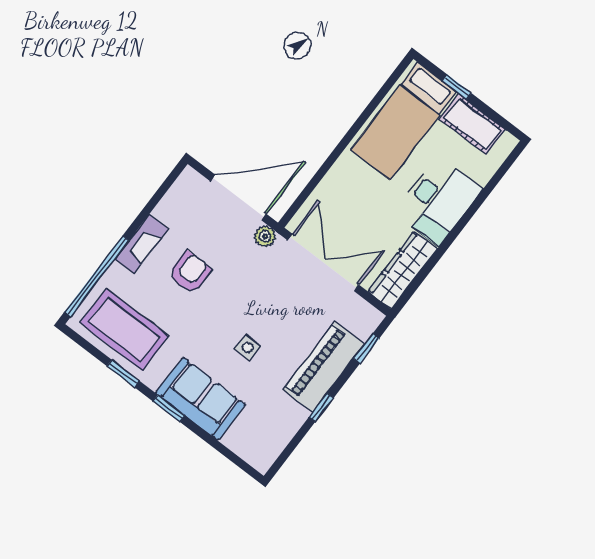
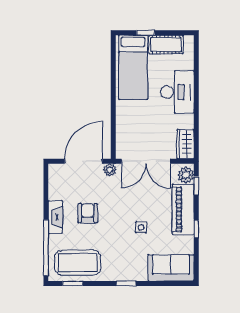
double door: (323, 262) -> (146, 161), swing flipped
wardrobe: (403, 270) -> (185, 144), width x0.67
plant: (363, 323) -> (186, 175), added
window: (123, 373) -> (73, 283), moved
sofa: (200, 399) -> (171, 268), moved

